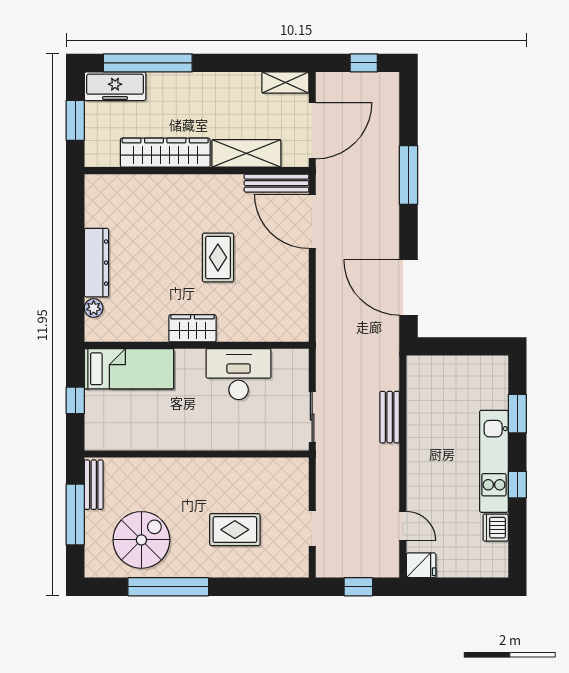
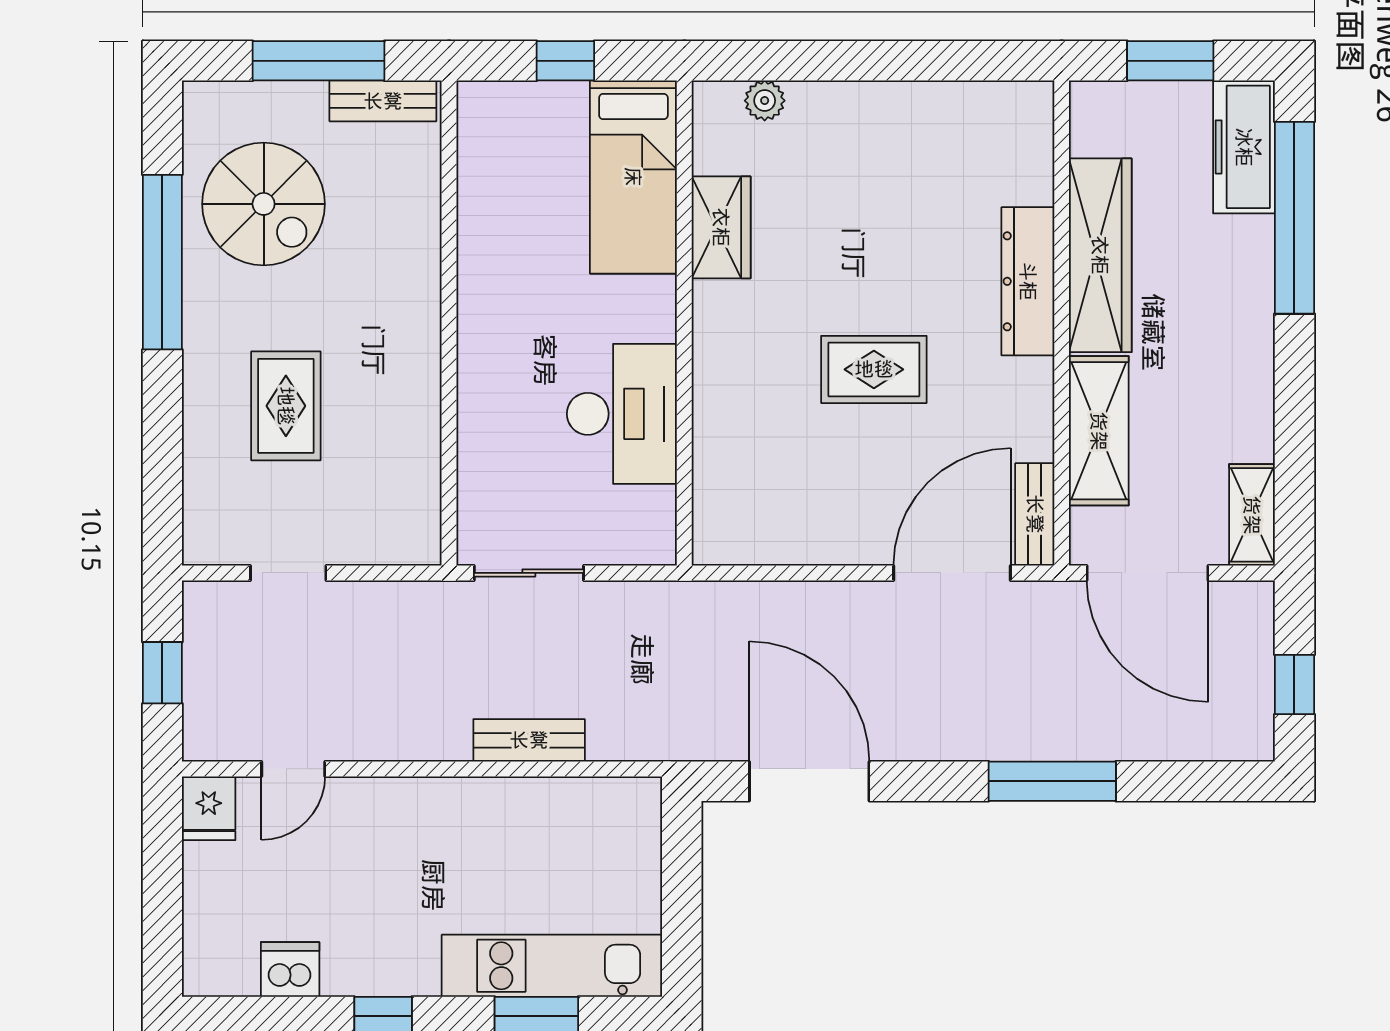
bench: (276, 183) -> (1035, 514), width x0.73
dresser: (96, 263) -> (1028, 281), moved, turned 90
door: (409, 287) -> (809, 781), hinge flipped
wardrobe: (192, 328) -> (721, 227), moved
kitchen unit: (494, 461) -> (552, 966), moved

